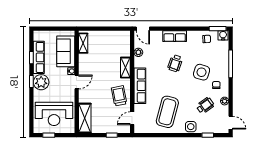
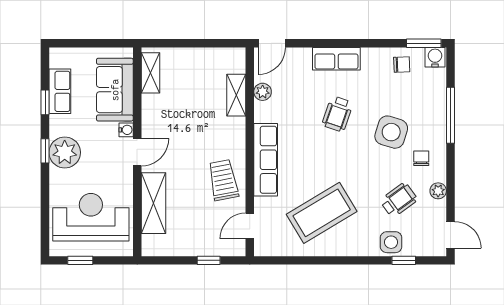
door: (143, 29) -> (272, 43), hinge flipped
row of seats: (39, 57) -> (60, 91), width x0.68
shelving: (125, 68) -> (236, 95), moved
coffee table: (167, 112) -> (322, 213), turned 44
reception desk: (54, 114) -> (91, 217), turned 180
shelving: (85, 118) -> (153, 203), moved
side table: (191, 127) -> (391, 242), moved

